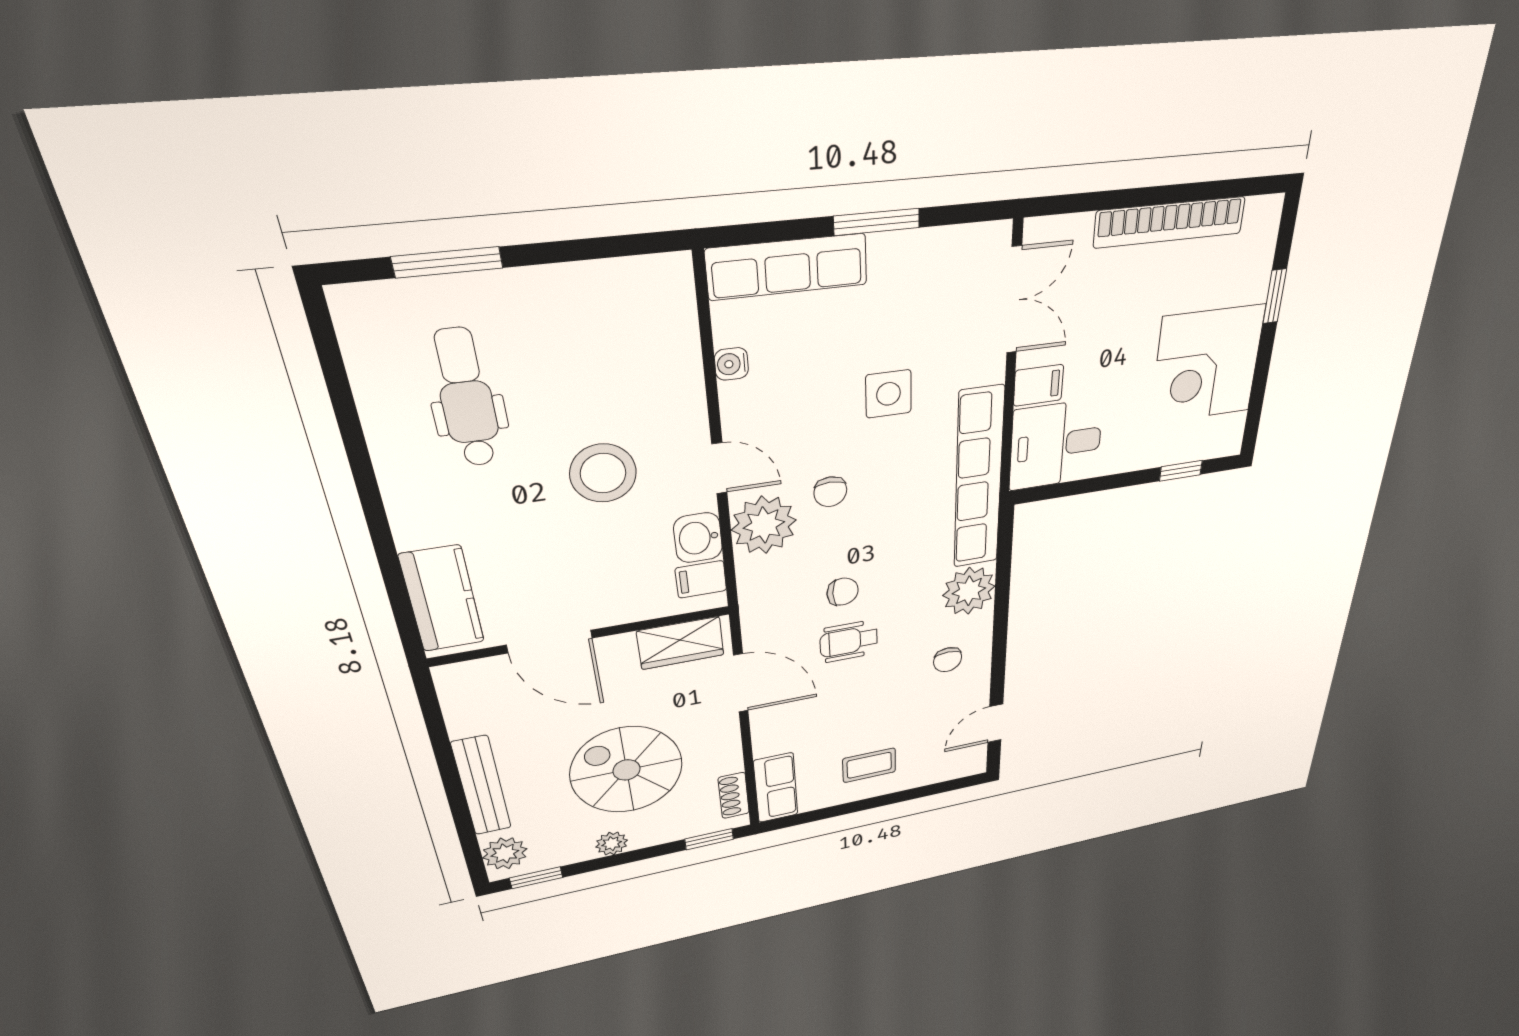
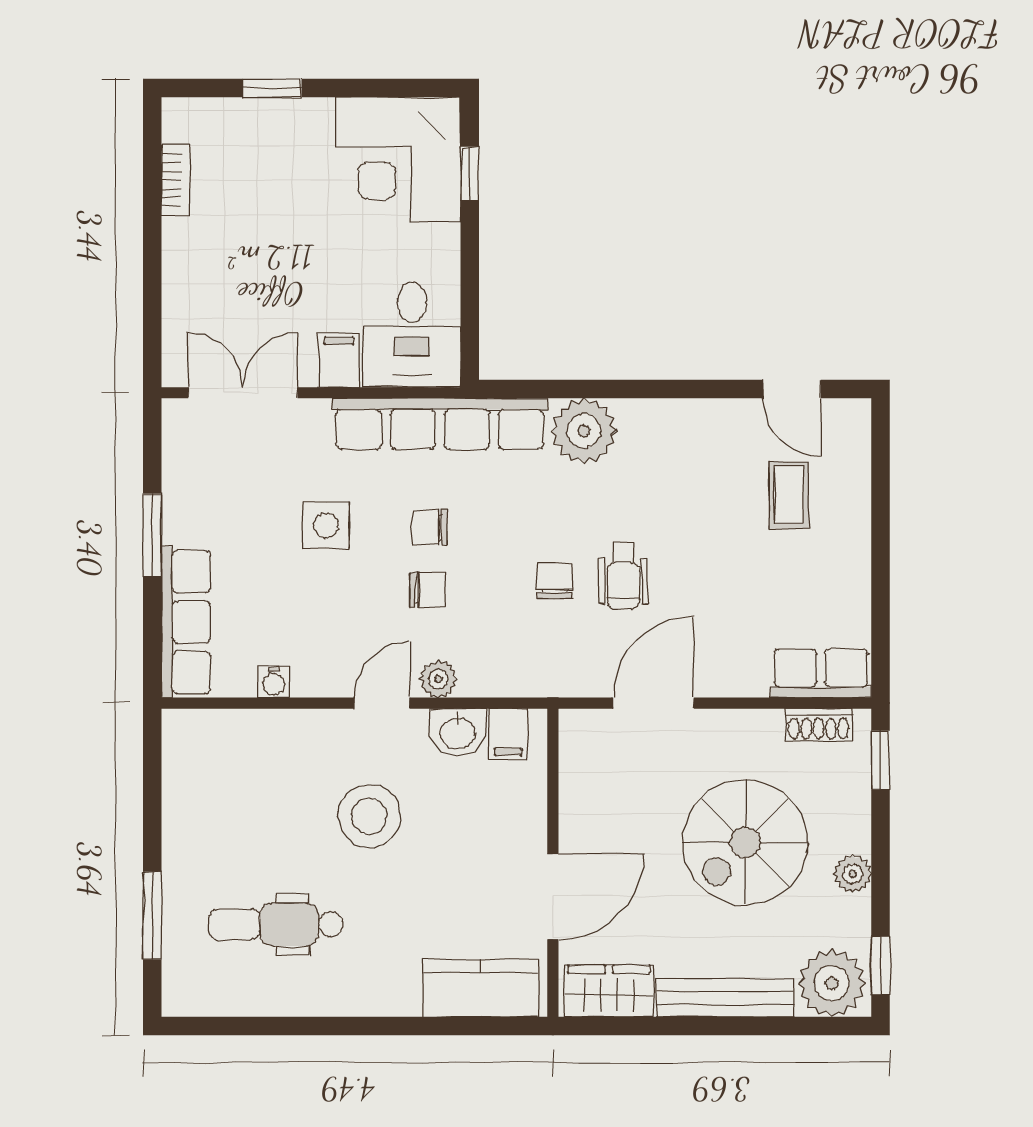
bookcase: (1170, 222) -> (176, 180), width x0.43, depth x0.76
corner desk: (1207, 365) -> (398, 160), moved, turned 90
plant: (764, 525) -> (438, 679), width x0.53, depth x0.53
wardrobe: (681, 643) -> (609, 991), moved, turned -90
chair: (948, 660) -> (430, 527), moved, turned 180
coffee table: (869, 765) -> (789, 495), moved
plant: (505, 853) -> (832, 983), width x1.36, depth x1.36

